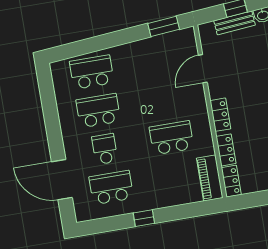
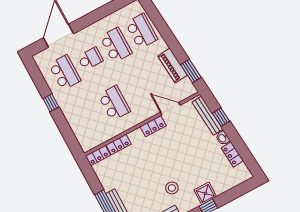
bench: (235, 23) -> (207, 116), width x1.36
locker: (220, 115) -> (153, 126), moved
piano: (210, 178) -> (173, 66), moved, turned -95

